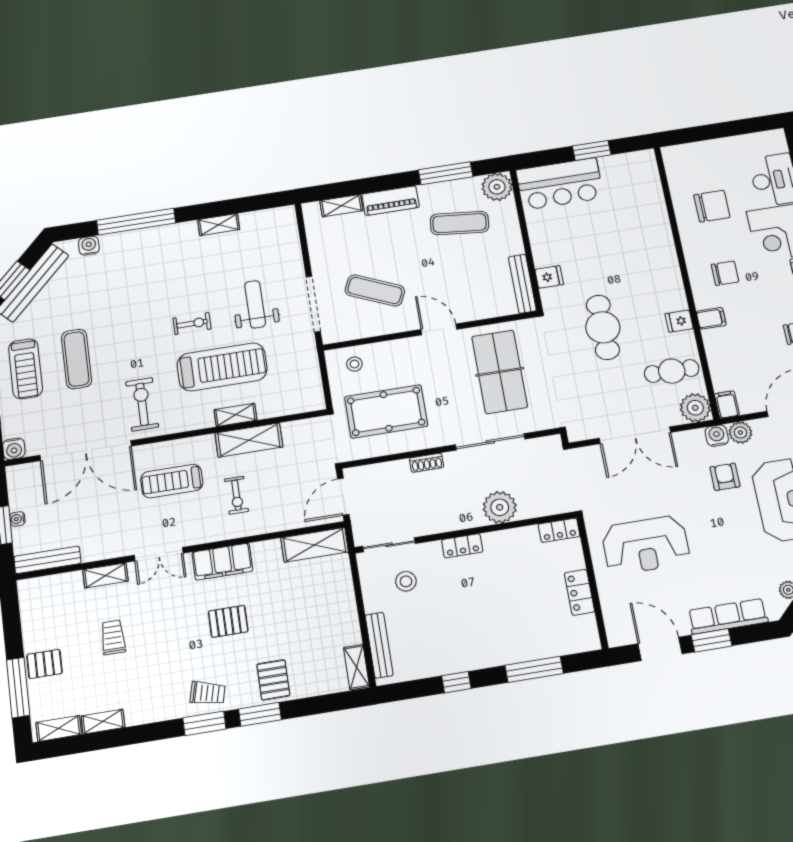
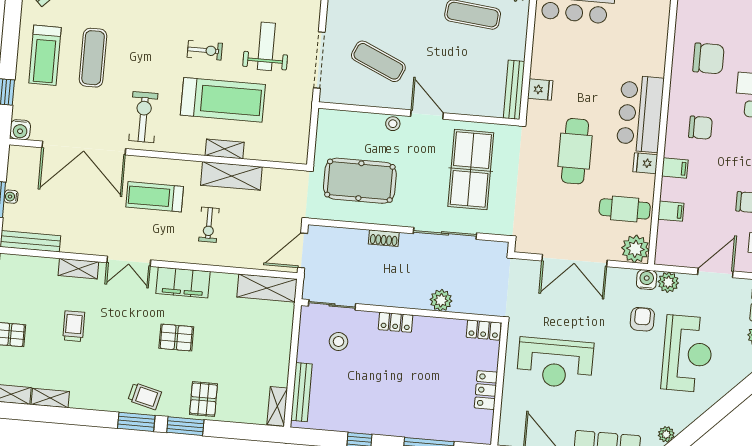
bar counter: (659, 275) -> (640, 114), added
stool: (354, 364) -> (393, 124), moved
filing cabinet: (727, 404) -> (671, 211), moved, turned 90
plant: (500, 507) -> (441, 300), width x0.73, depth x0.73

